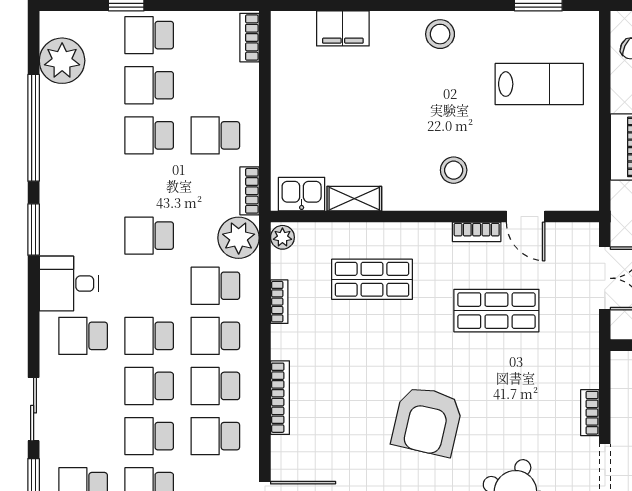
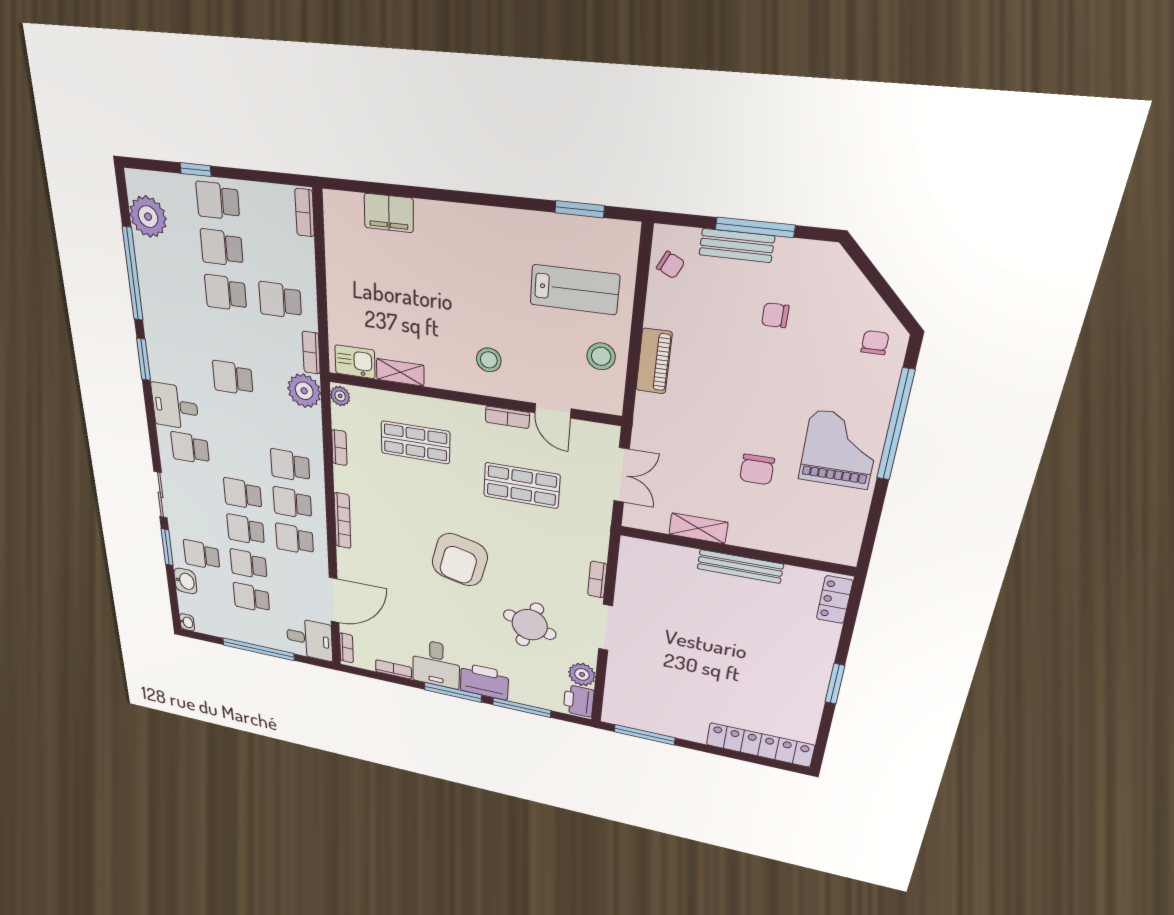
stool: (440, 34) -> (601, 356), moved
school desk: (215, 286) -> (288, 427), removed
school desk: (149, 336) -> (239, 457), removed

